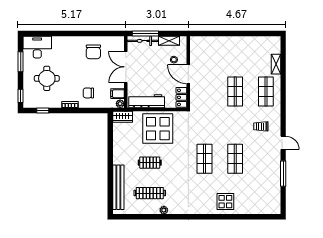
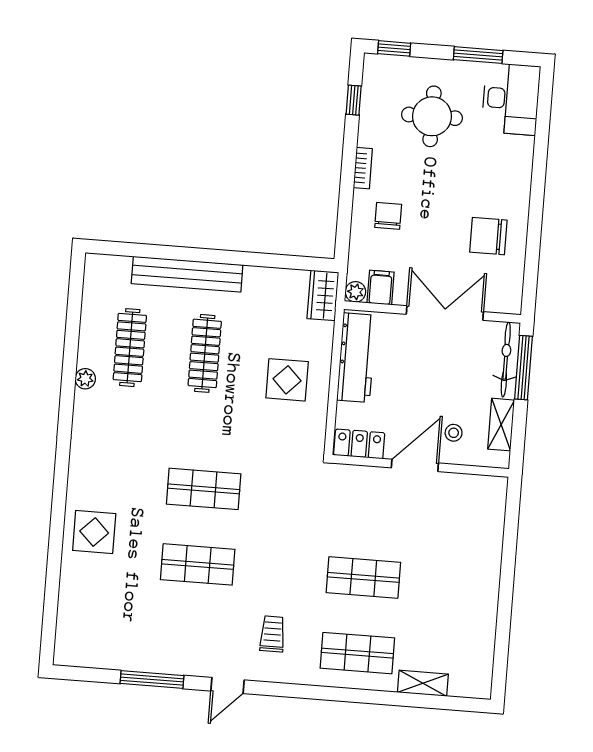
display table: (158, 129) -> (287, 380), width x0.54, depth x0.54
clothes rail: (150, 163) -> (205, 353), width x1.36
bench: (118, 187) -> (187, 274), moved

